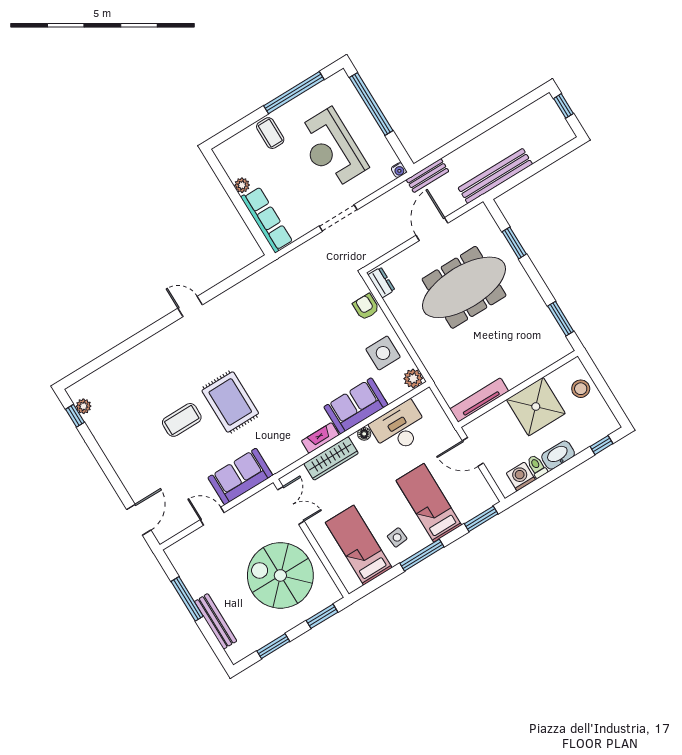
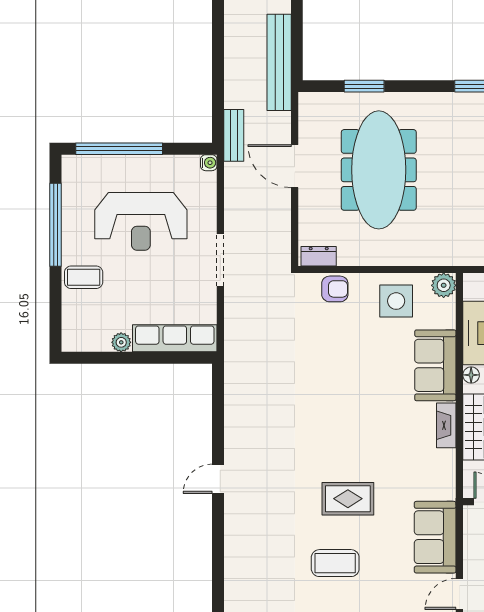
armchair: (366, 307) -> (335, 289), turned 180
rug: (230, 402) -> (348, 499), width x0.73, depth x0.70
coffee table: (182, 420) -> (335, 563), turned 90

